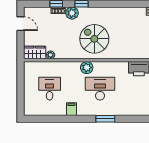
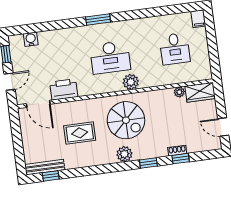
plant: (72, 13) -> (124, 154), moved
rug: (131, 34) -> (80, 133), added
filing cabinet: (71, 109) -> (198, 19), moved

